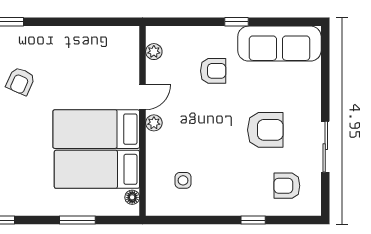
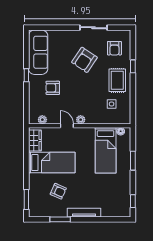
wardrobe: (115, 37) -> (35, 141), added
armchair: (213, 71) -> (53, 88), turned -90
bed: (96, 129) -> (52, 163), moved, turned -90
armchair: (265, 130) -> (84, 60), turned -146
rug: (227, 191) -> (117, 80), added

